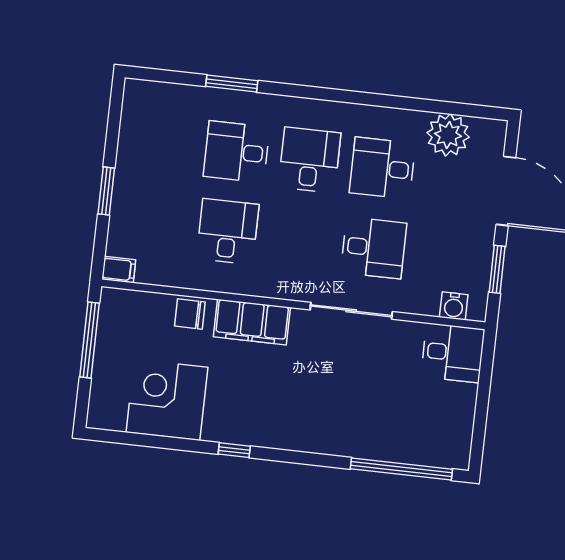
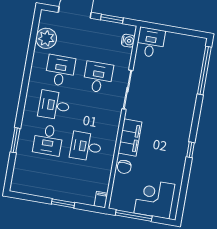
desk: (382, 168) -> (60, 71), turned 180
corner desk: (167, 400) -> (154, 199), moved, turned 90

